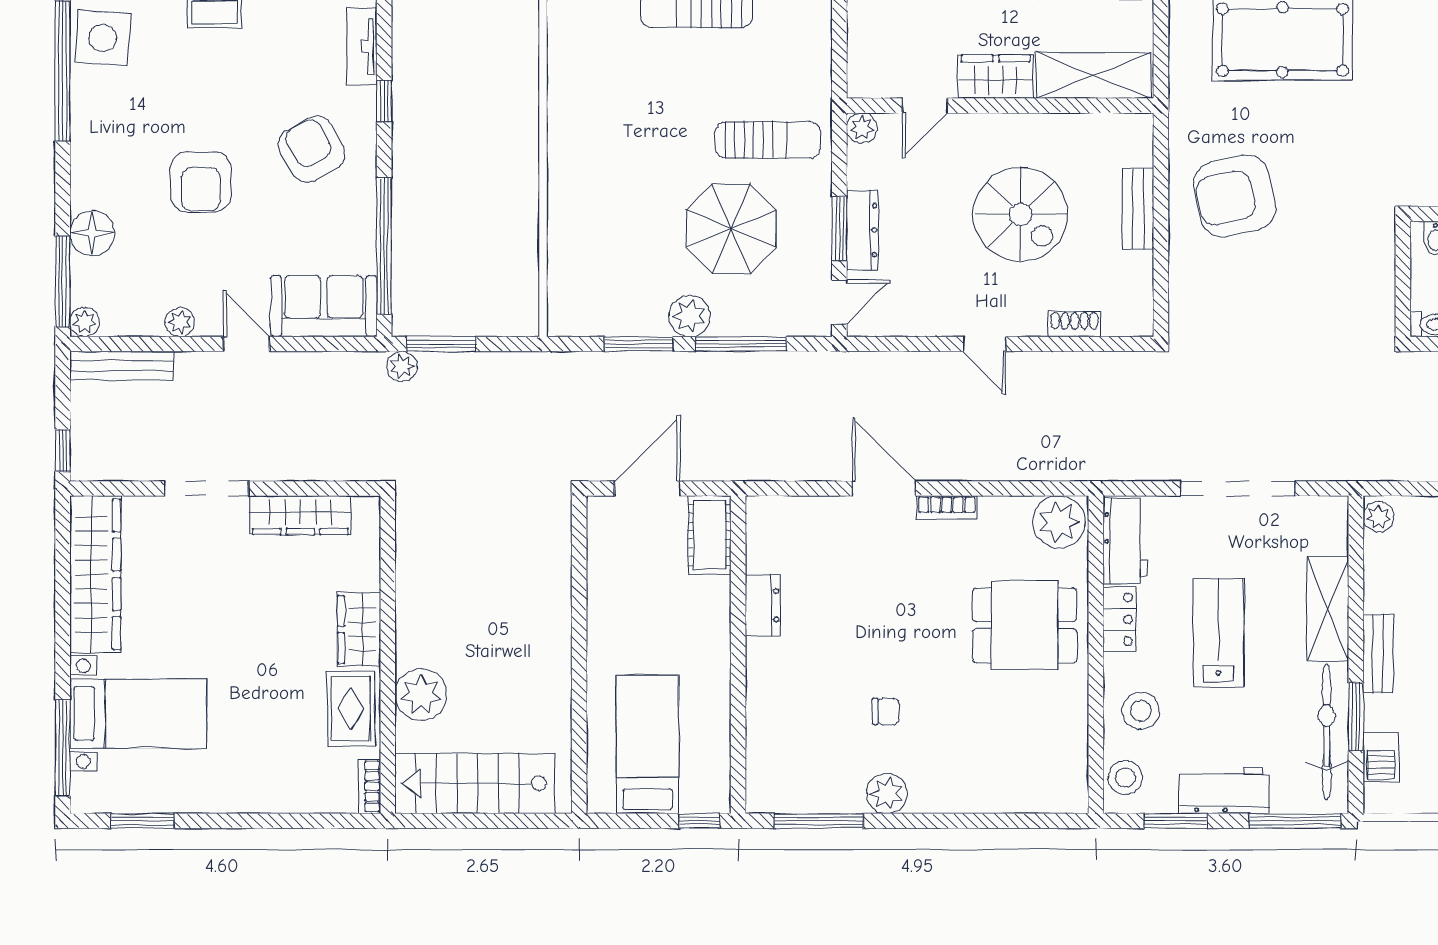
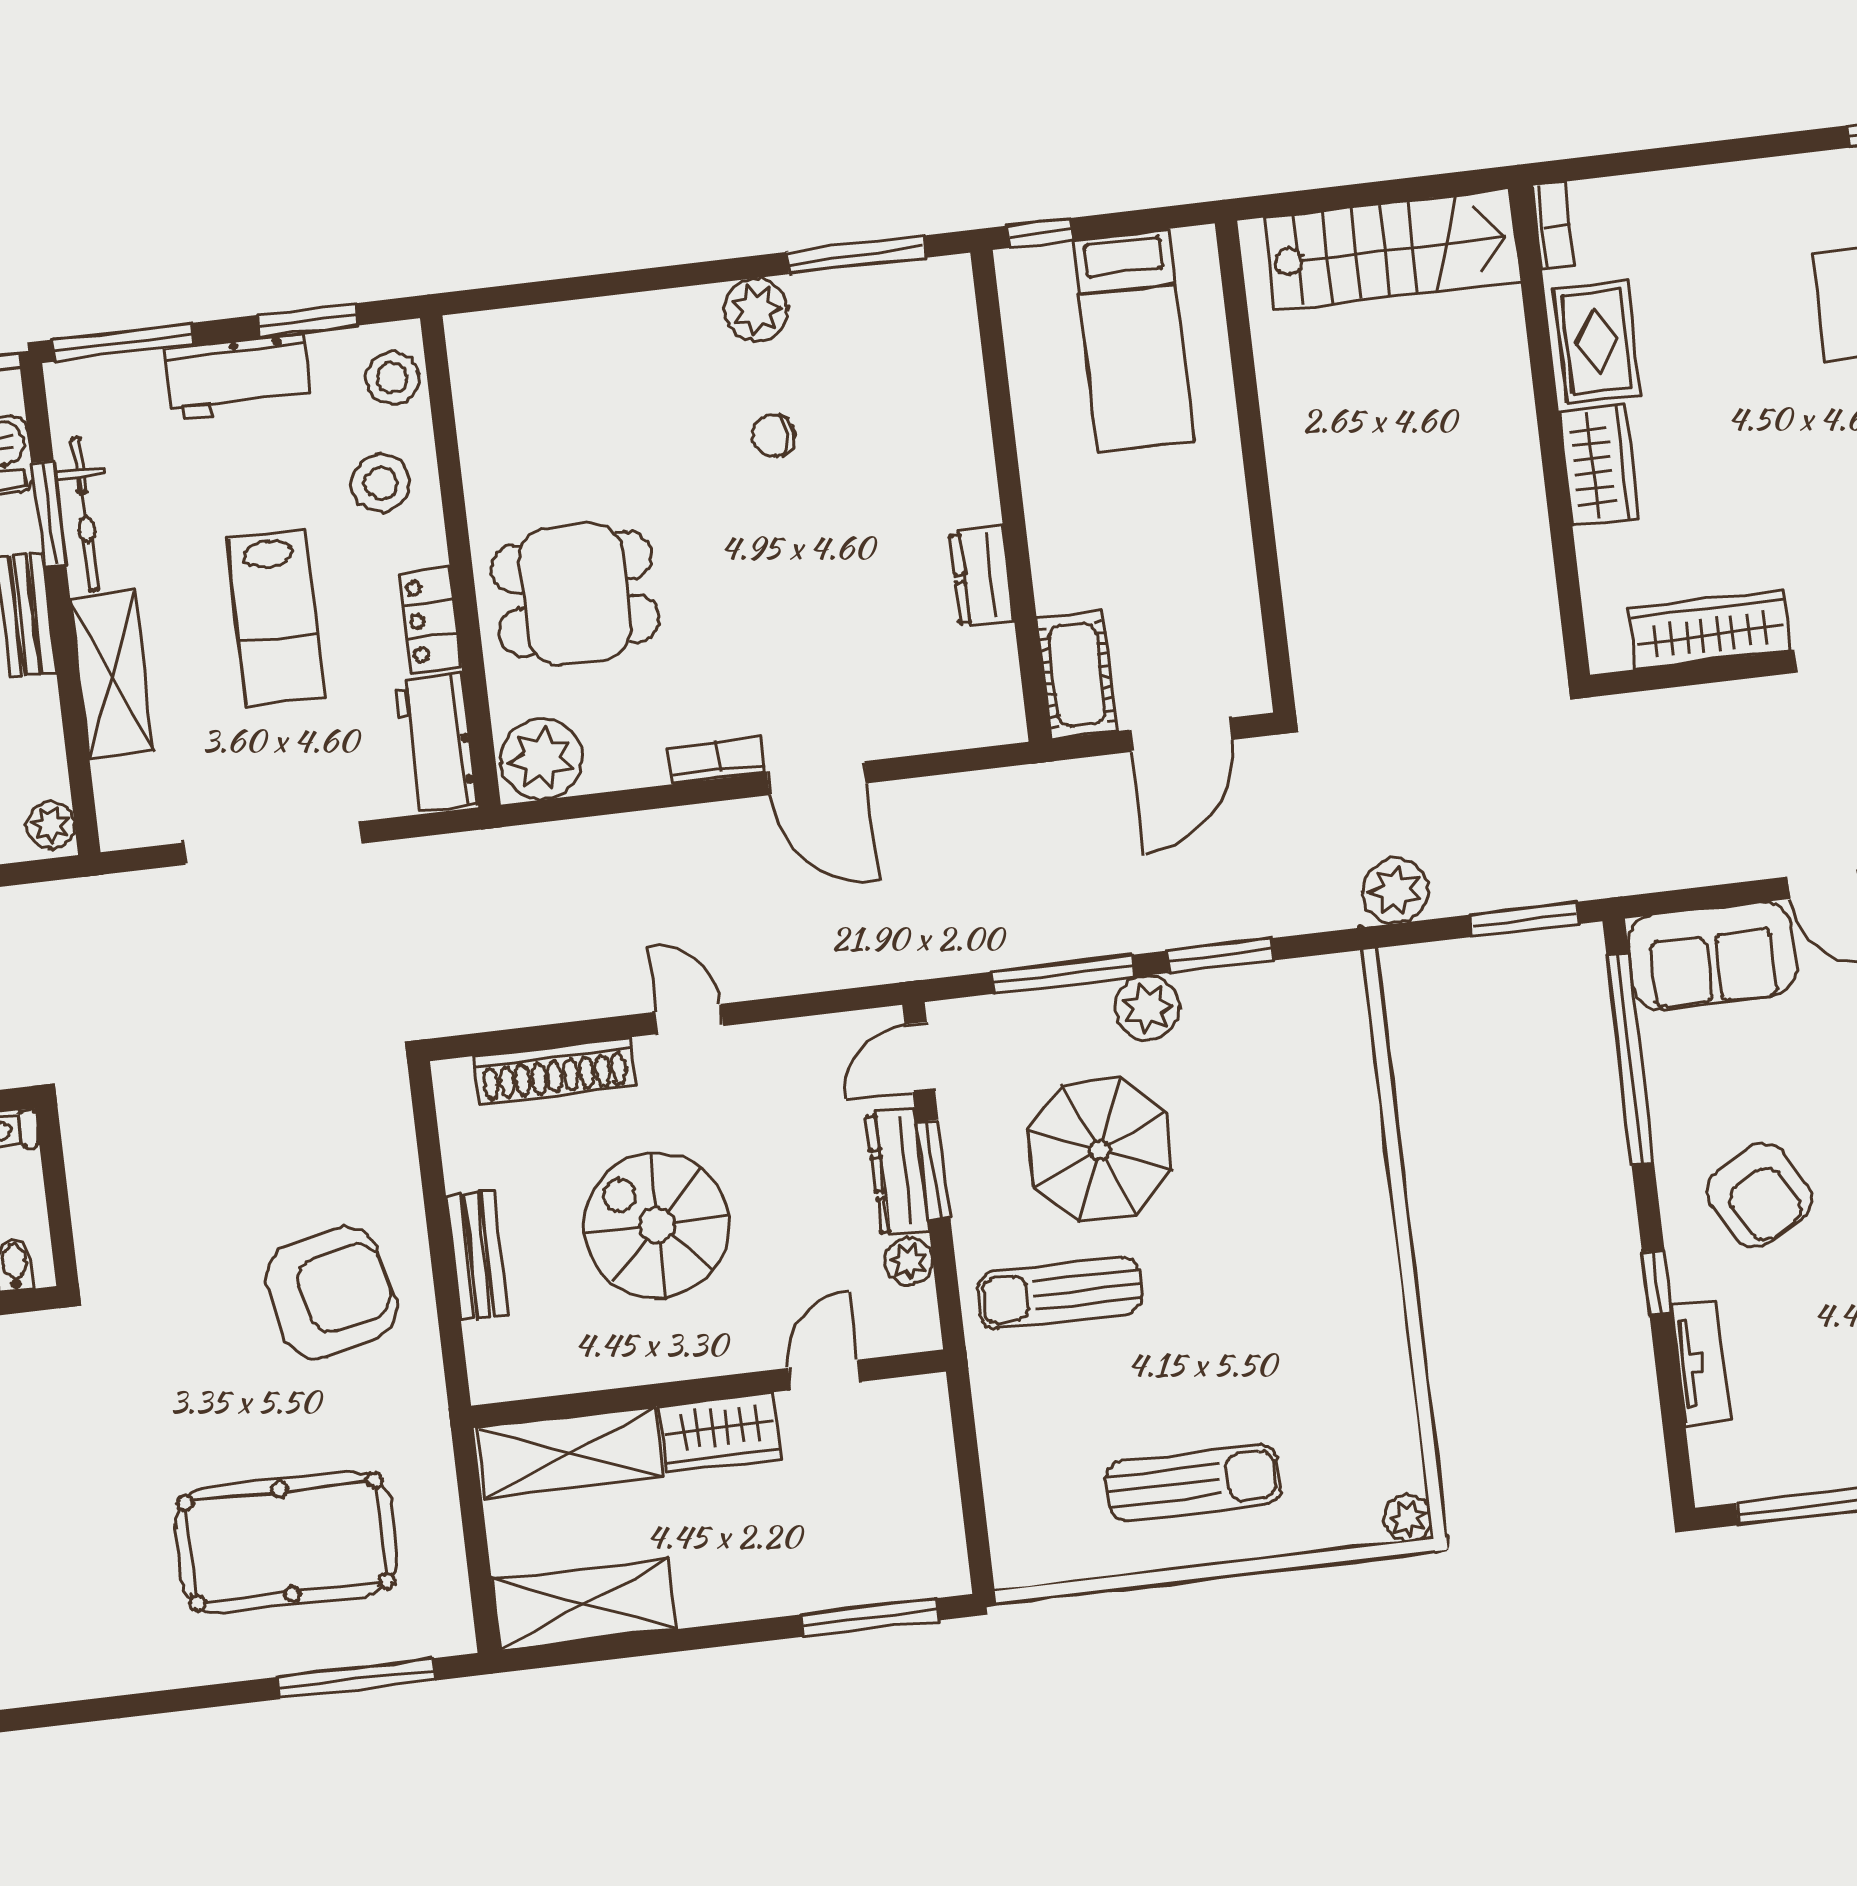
plant: (862, 128) -> (909, 1261), moved
shoe rack: (1075, 324) -> (554, 1071), width x1.94, depth x1.24
plant: (402, 366) -> (1395, 891), moved, width x1.38, depth x1.38
plant: (421, 694) -> (1491, 376), removed
bicycle: (1327, 732) -> (85, 514), width x0.73, depth x0.71

